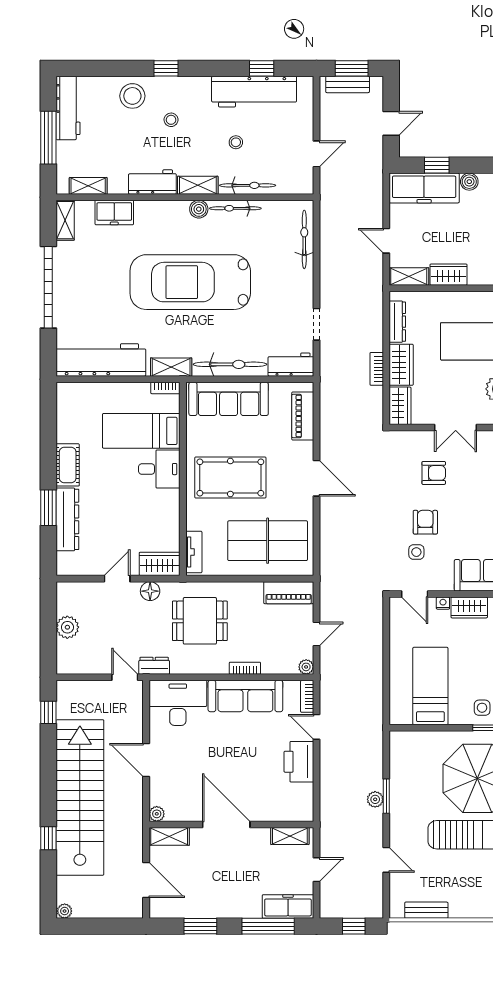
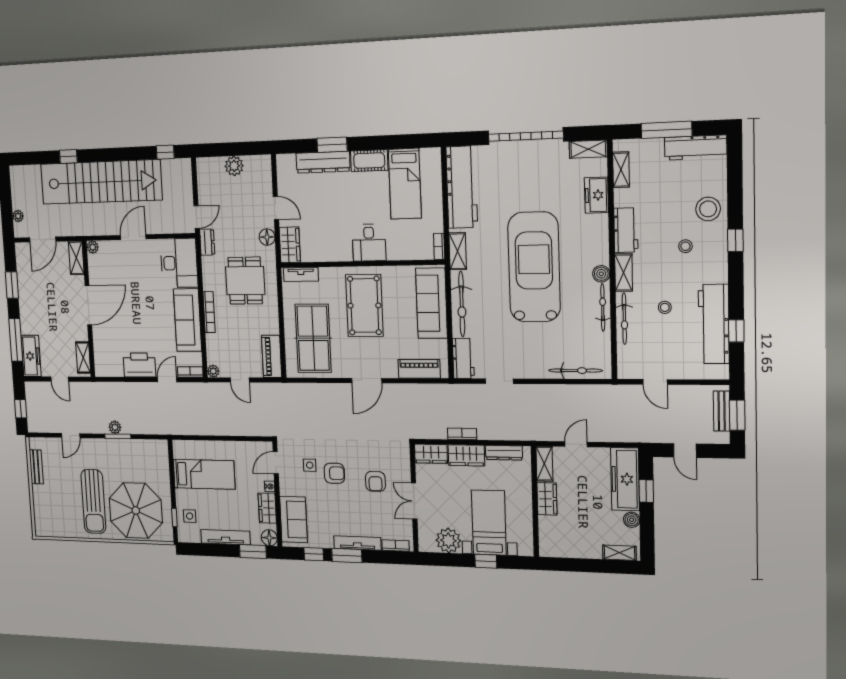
bed: (141, 431) -> (405, 184), moved, turned 180
bookcase: (245, 668) -> (209, 312), width x1.56
plant: (65, 911) -> (18, 216), moved

